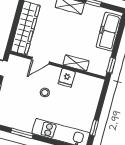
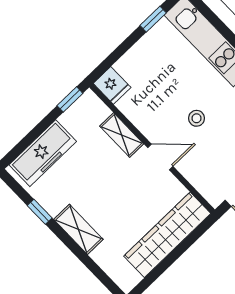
door: (41, 61) -> (160, 157), moved
fridge: (67, 78) -> (112, 85), moved, turned 90

